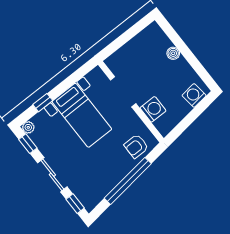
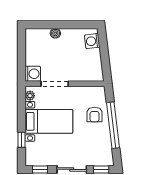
washing machine: (153, 109) -> (33, 74), moved, turned 90
plant: (28, 127) -> (30, 96), moved
armchair: (136, 146) -> (95, 115), moved

